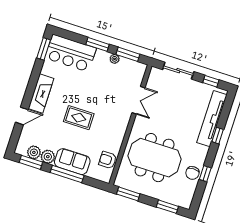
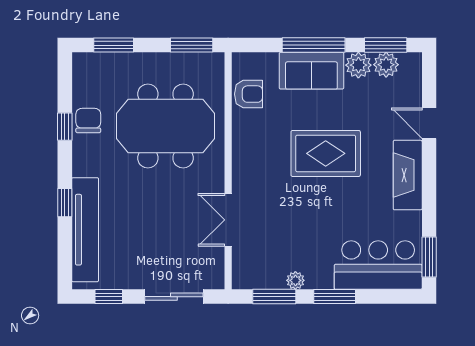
door: (22, 116) -> (429, 123), hinge flipped
rug: (79, 118) -> (326, 153), width x1.36, depth x1.43

